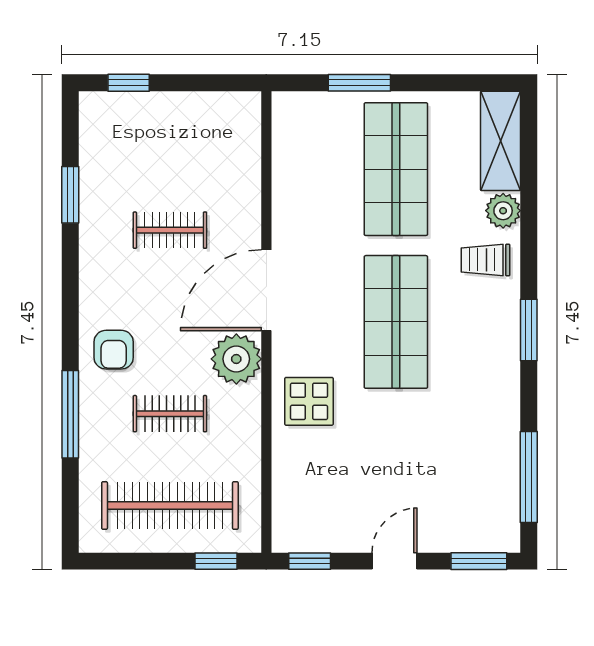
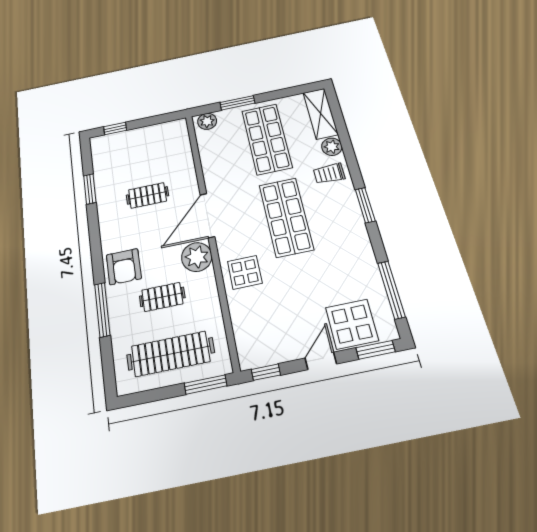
plant: (298, 108) -> (207, 121), added
armchair: (114, 350) -> (124, 267), width x1.38, depth x1.38
display table: (455, 516) -> (352, 324), added
window: (216, 561) -> (206, 384), width x1.50

